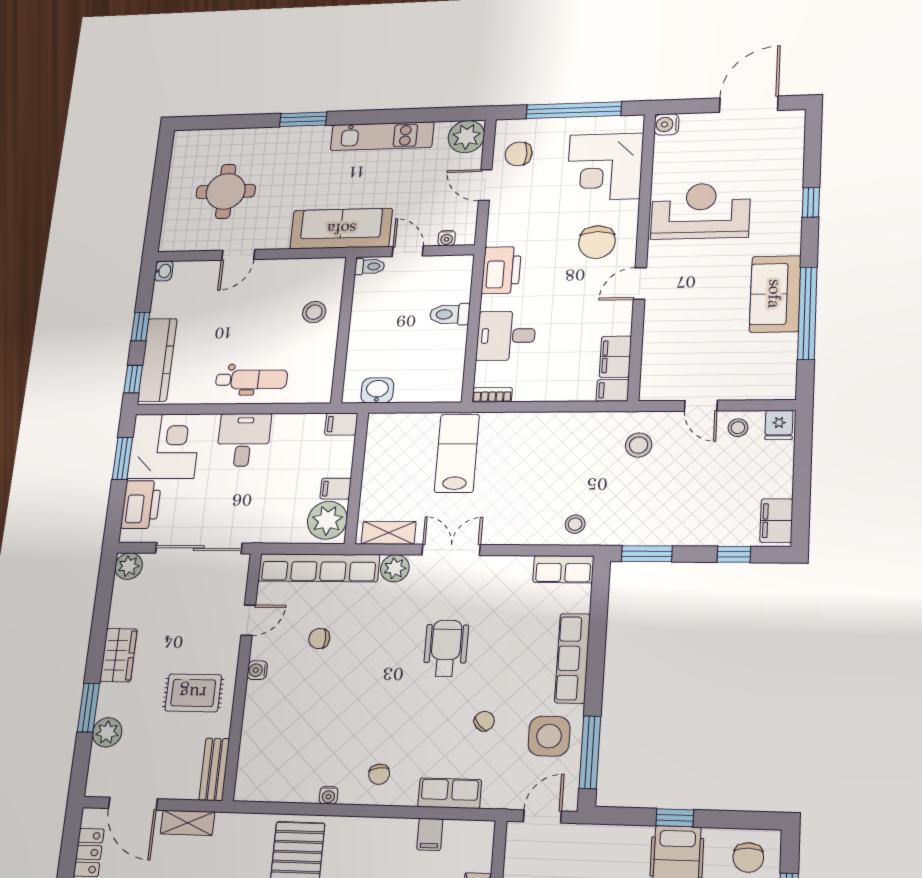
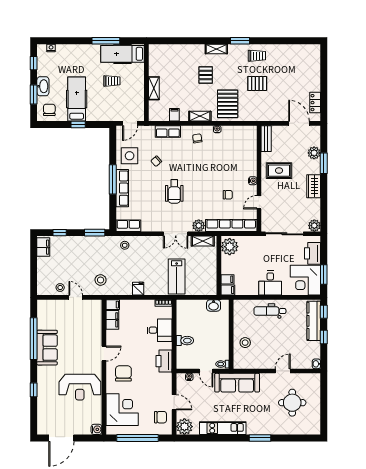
fridge: (779, 425) -> (138, 289), moved
filing cabinet: (336, 489) -> (227, 279), moved
window: (590, 752) -> (113, 179), moved
shelving: (188, 823) -> (200, 116), moved

